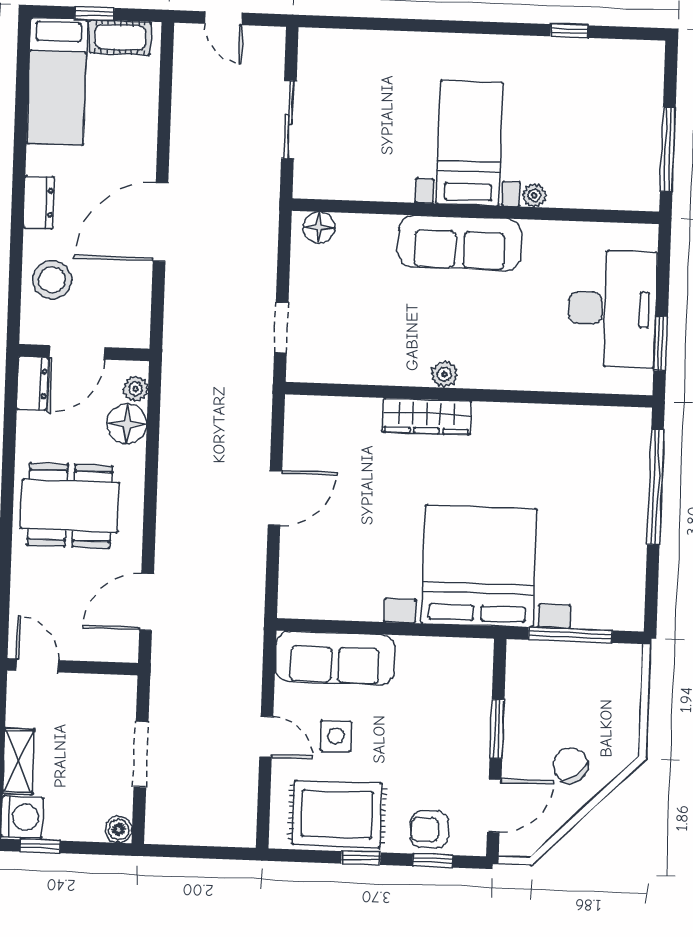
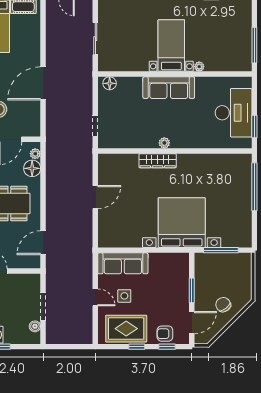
boiler: (119, 830) -> (35, 326), moved

